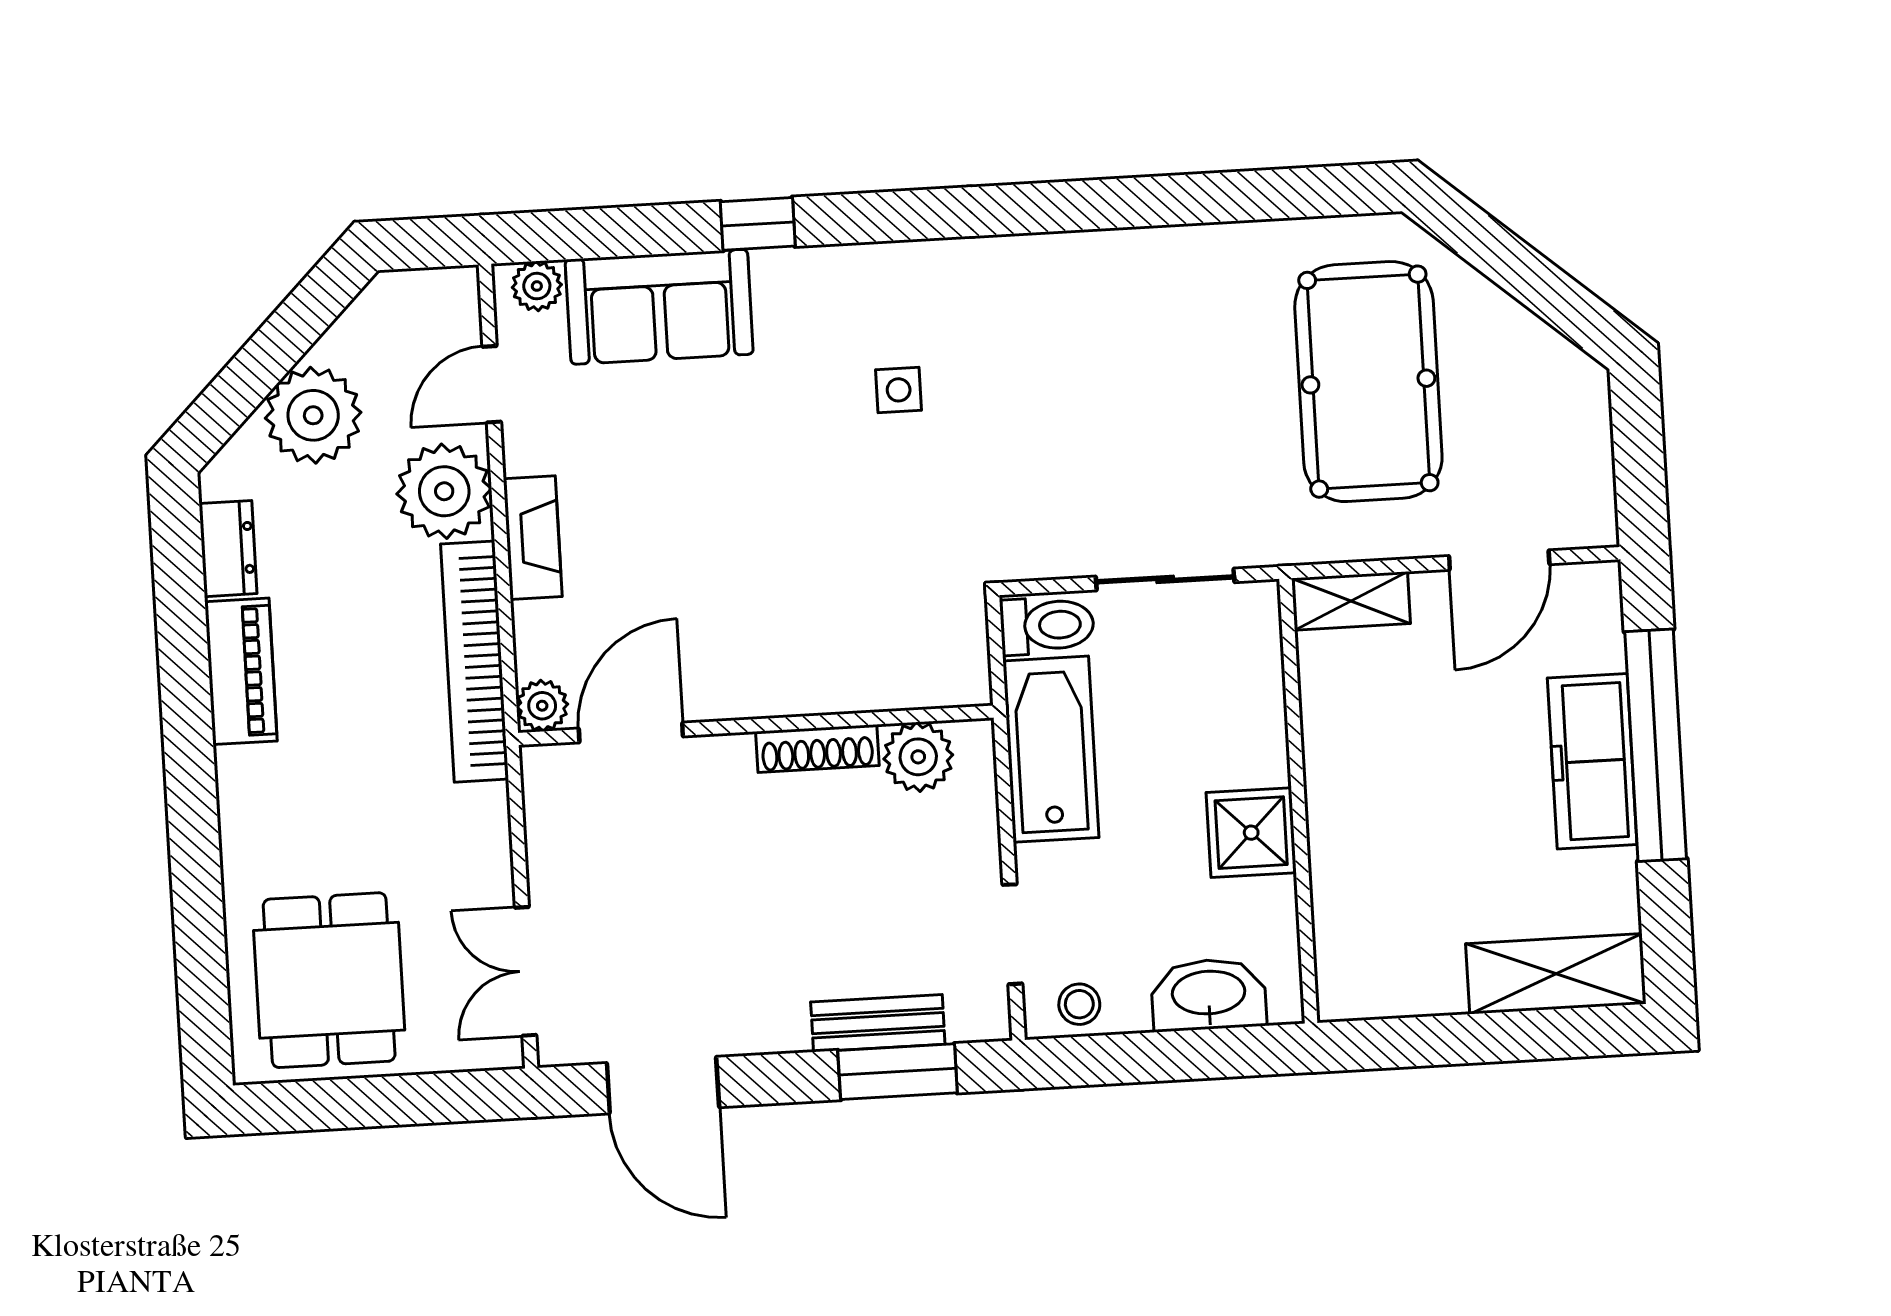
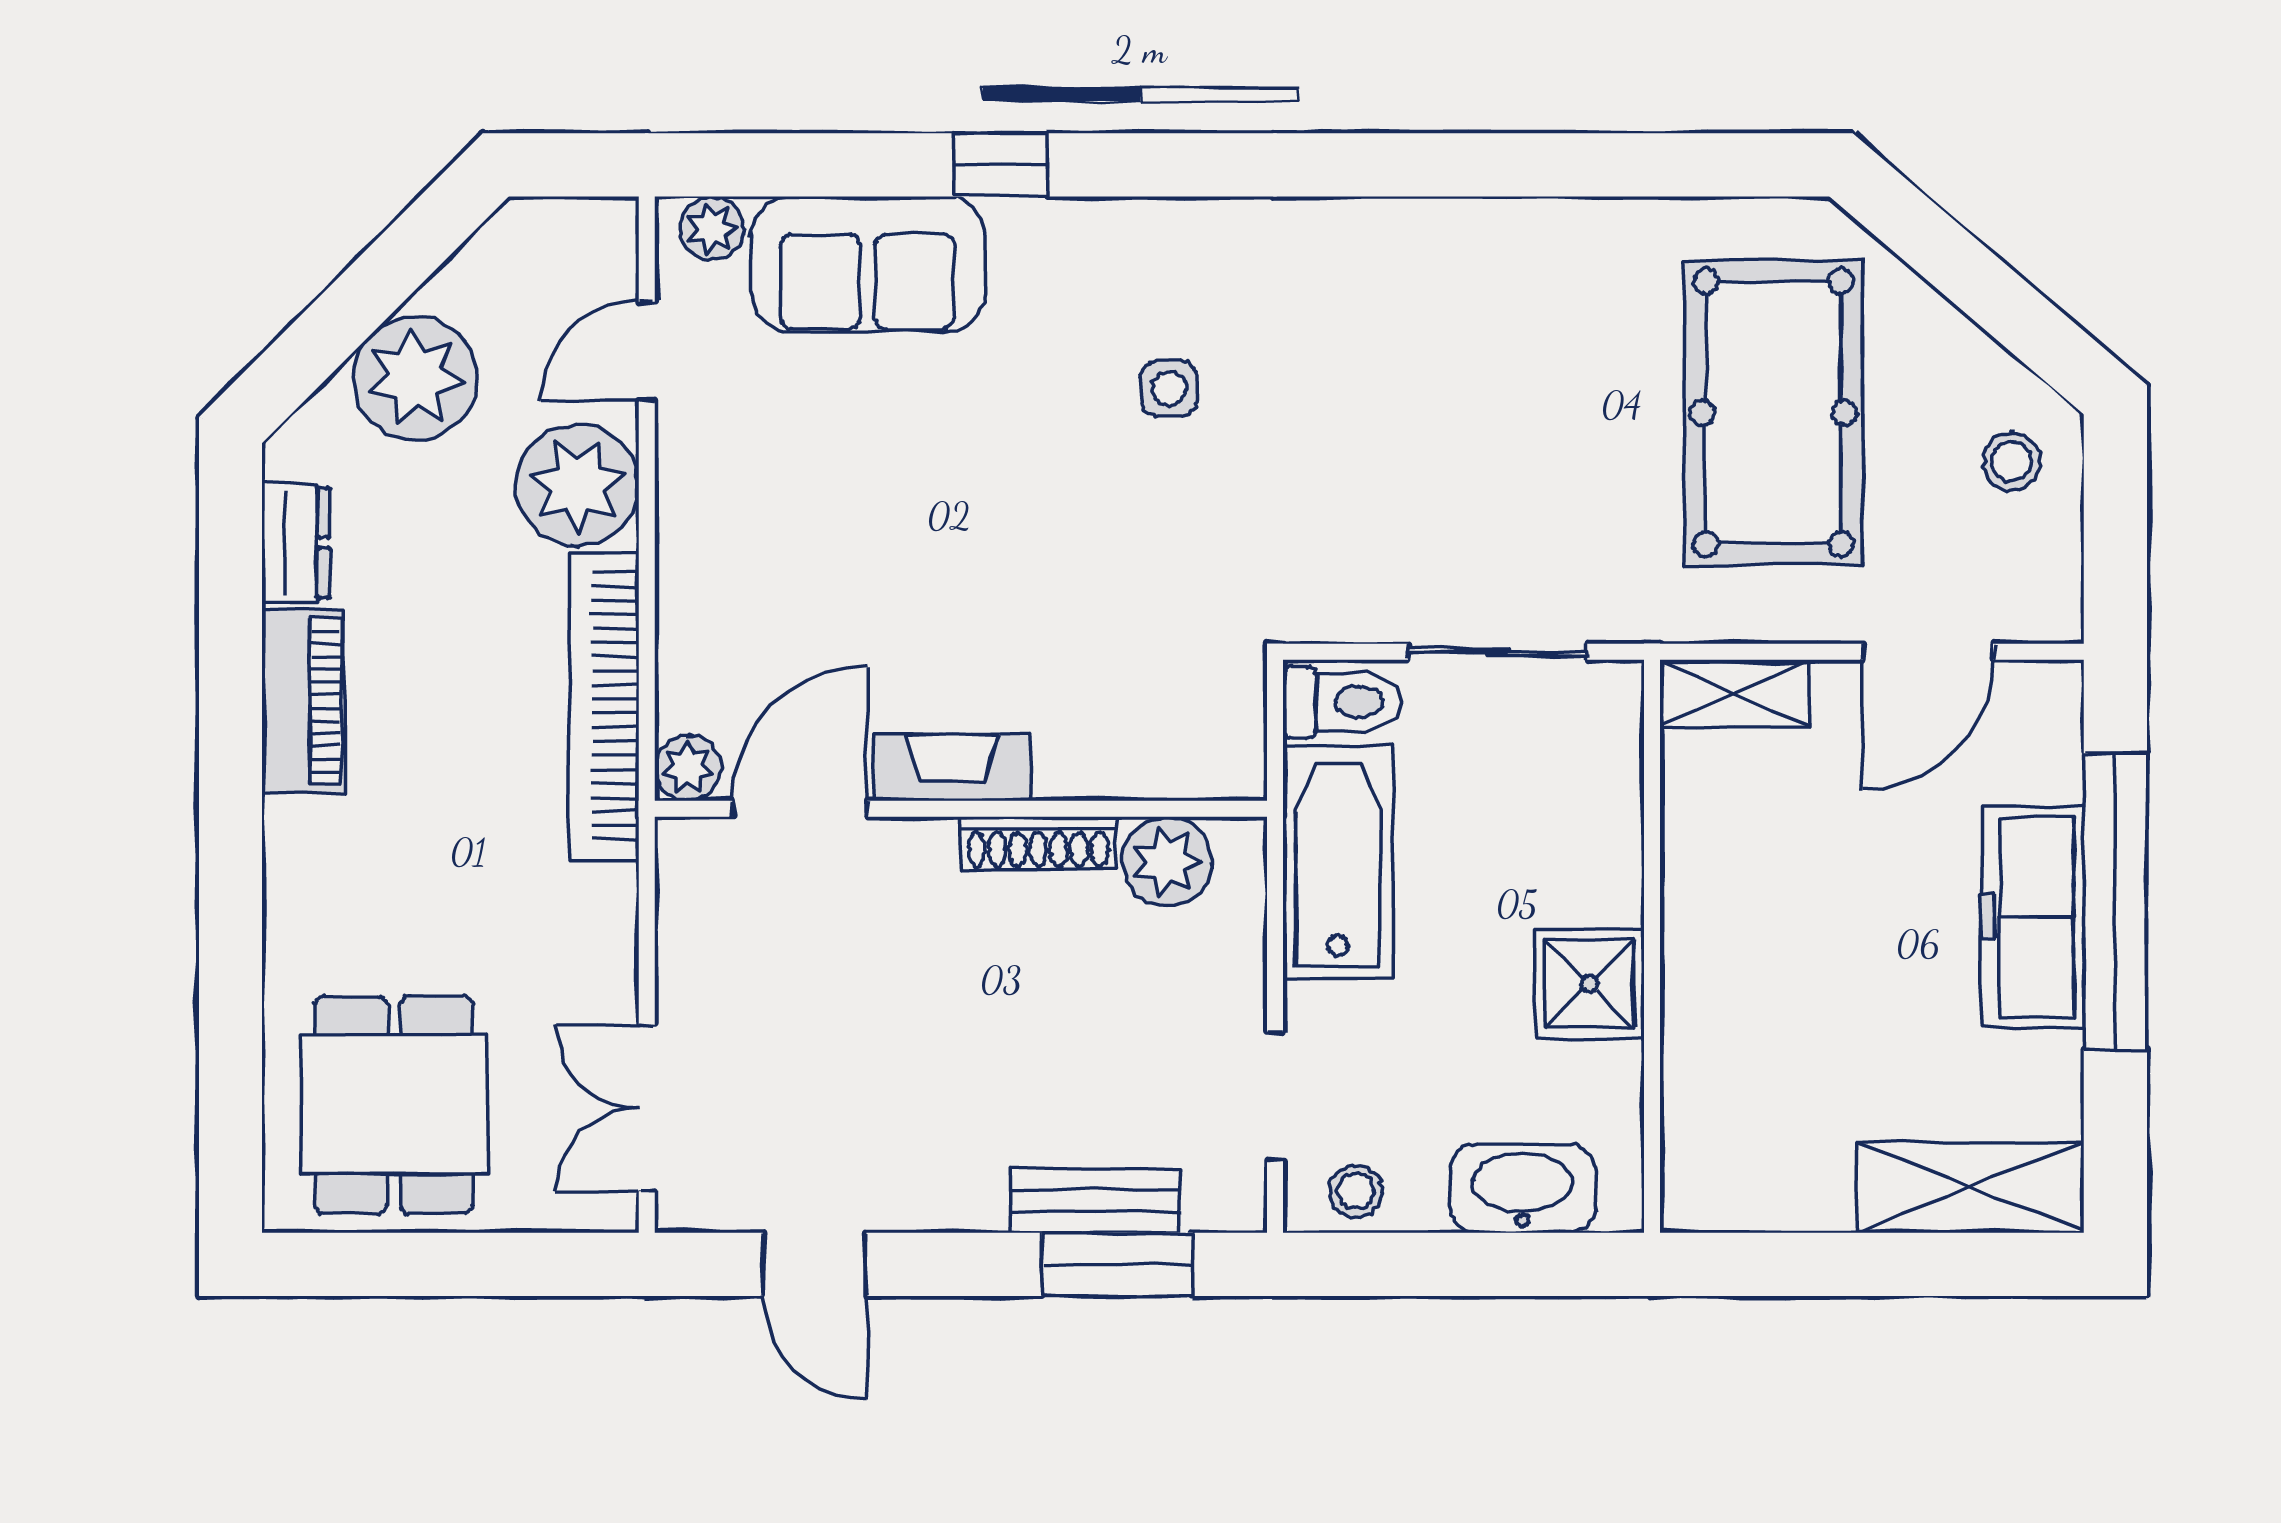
stool: (1555, 409) -> (2012, 462), added
fireplace: (533, 538) -> (952, 768), moved, turned -90
door: (663, 1085) -> (815, 1264), width x0.73

